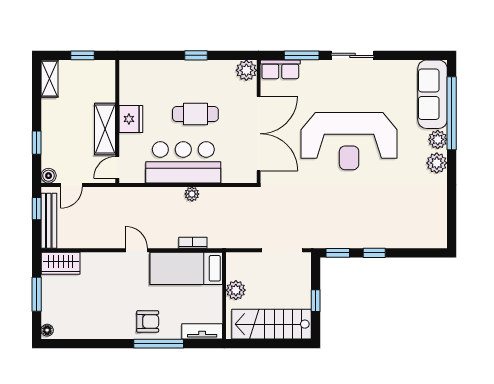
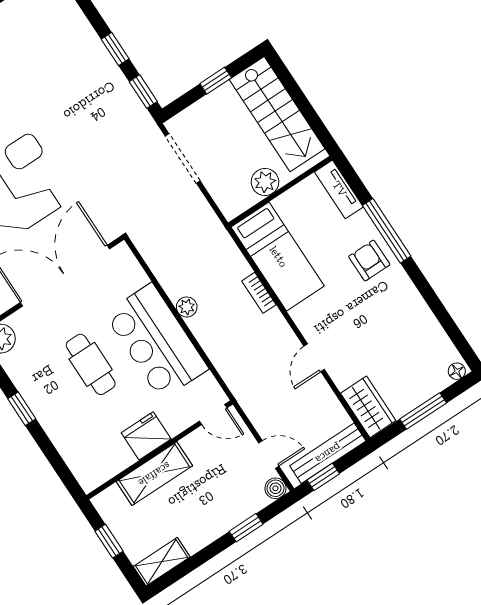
shelving: (105, 129) -> (154, 474), moved
bookcase: (193, 243) -> (259, 293), moved
door: (137, 250) -> (314, 358), moved

